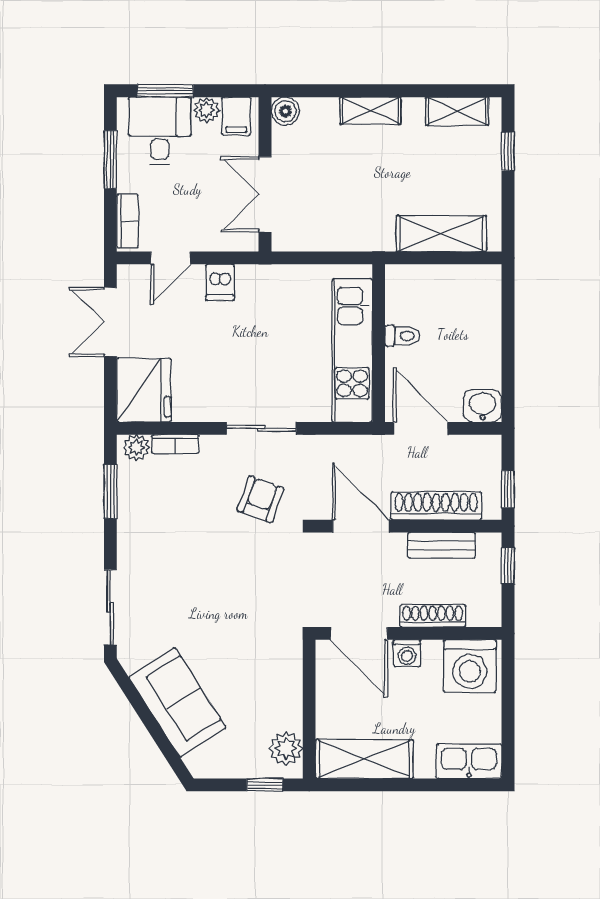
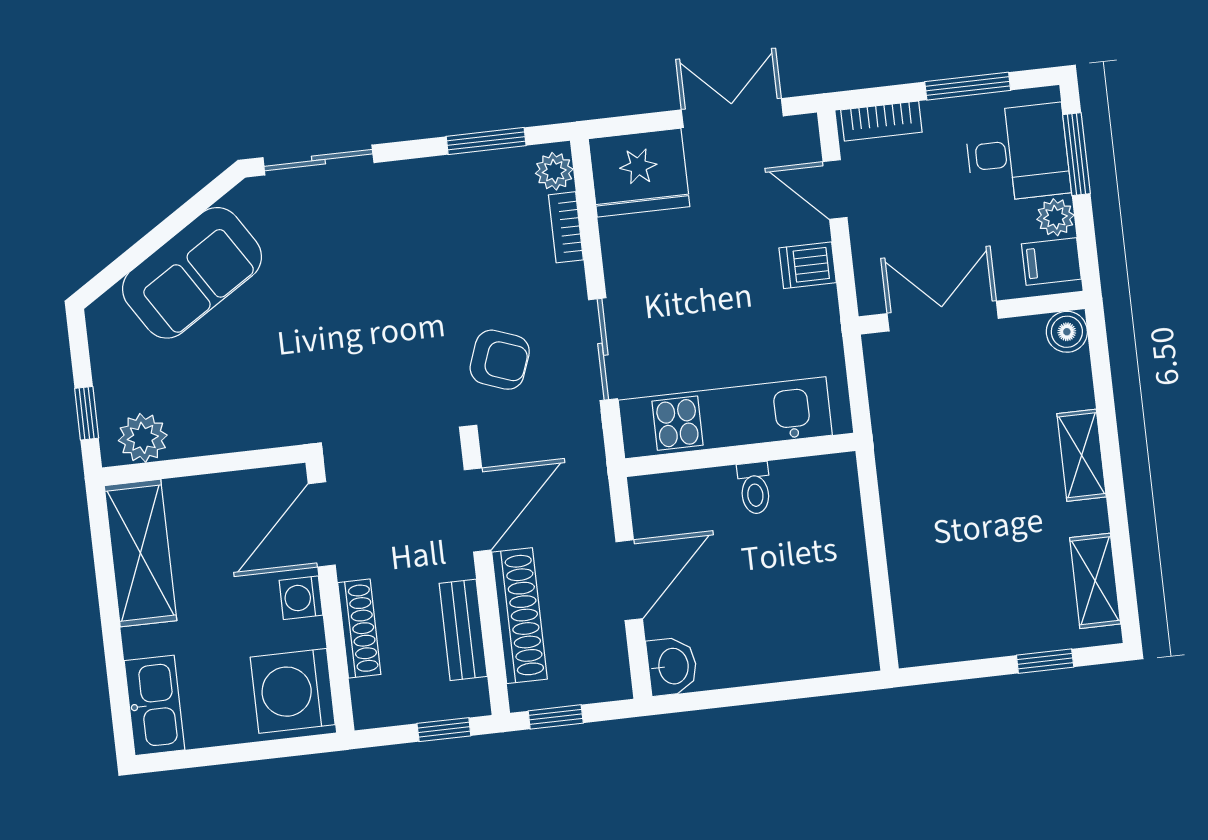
shelving: (441, 234) -> (915, 578), removed
toilet: (402, 336) -> (755, 488), moved
wall: (379, 343) -> (740, 455), moved
kitchen unit: (352, 350) -> (725, 418), moved

